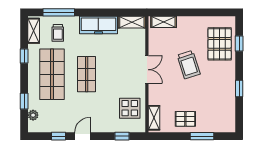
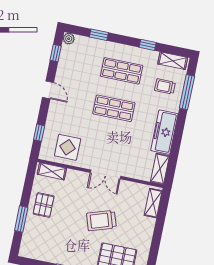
shop shelf: (52, 74) -> (122, 71), width x0.70, depth x0.74
plant: (33, 115) -> (69, 39), moved
window: (59, 136) -> (56, 53), moved

